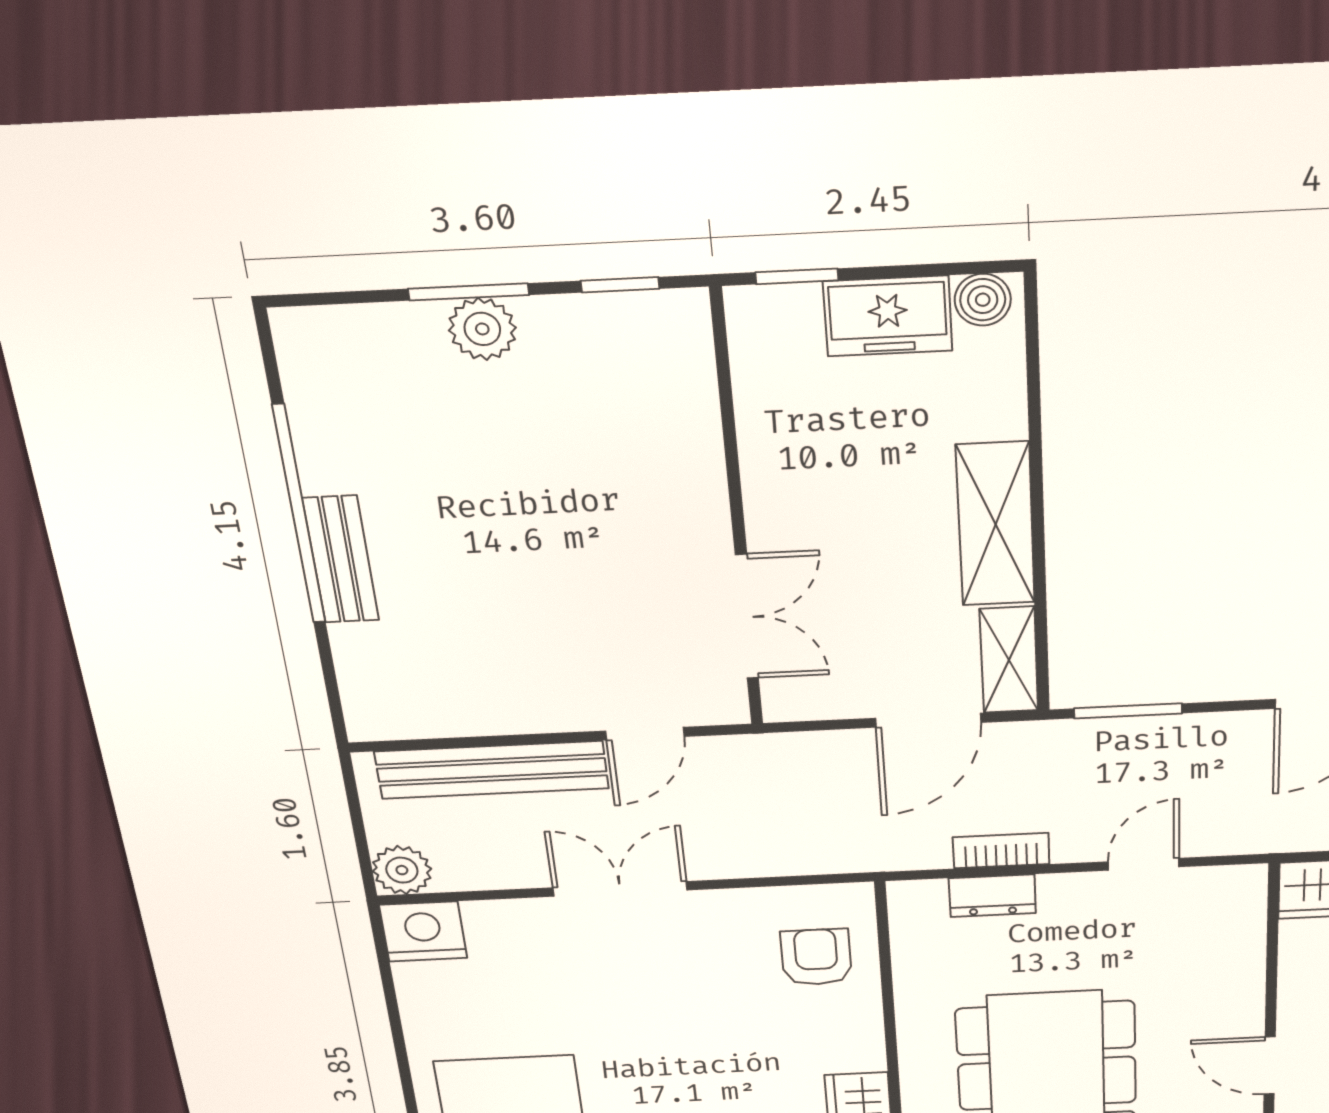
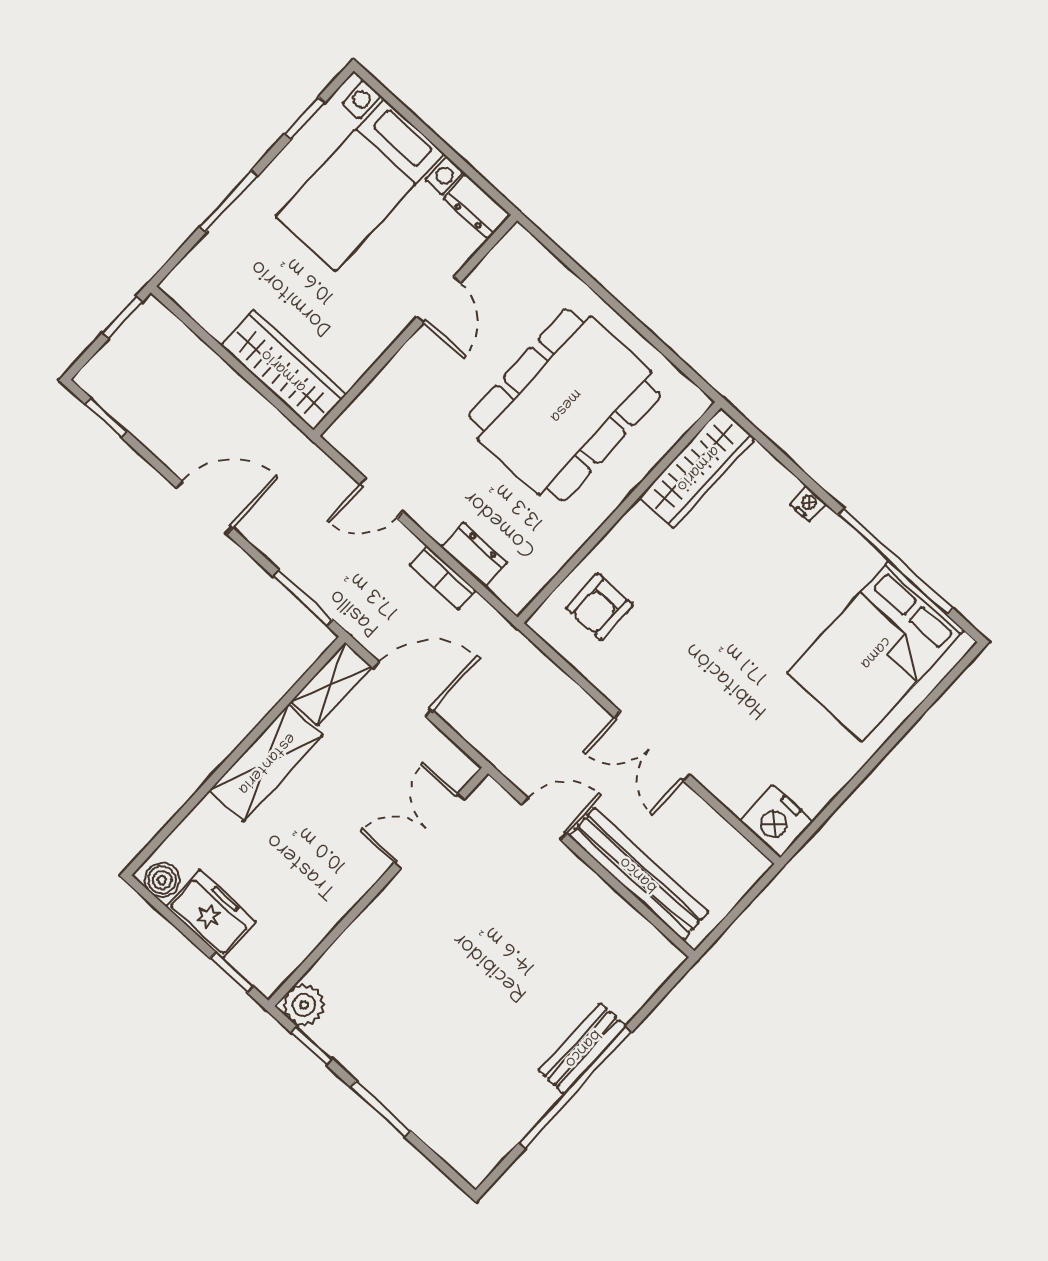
plant: (482, 329) -> (304, 1005), moved
plant: (402, 870) -> (746, 865), removed

